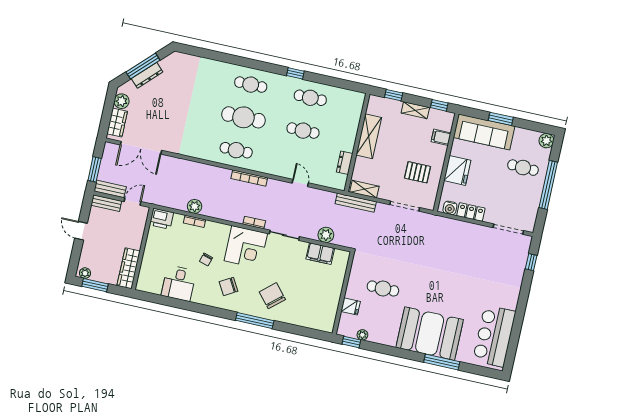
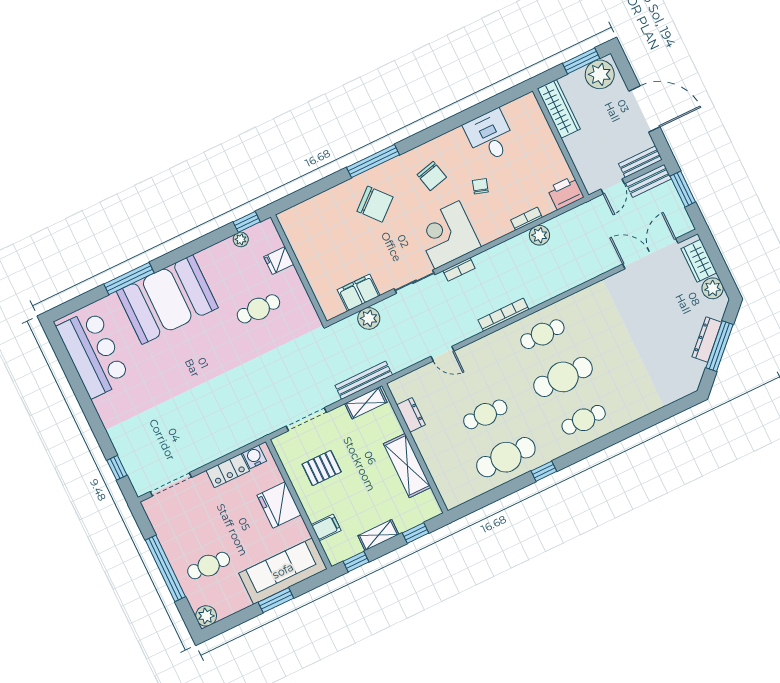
cafe table: (310, 98) -> (506, 457), width x1.37, depth x1.35
door: (81, 231) -> (644, 109), width x1.87
plant: (85, 273) -> (600, 74), width x1.88, depth x1.88
chair: (228, 287) -> (432, 176), turned 106

